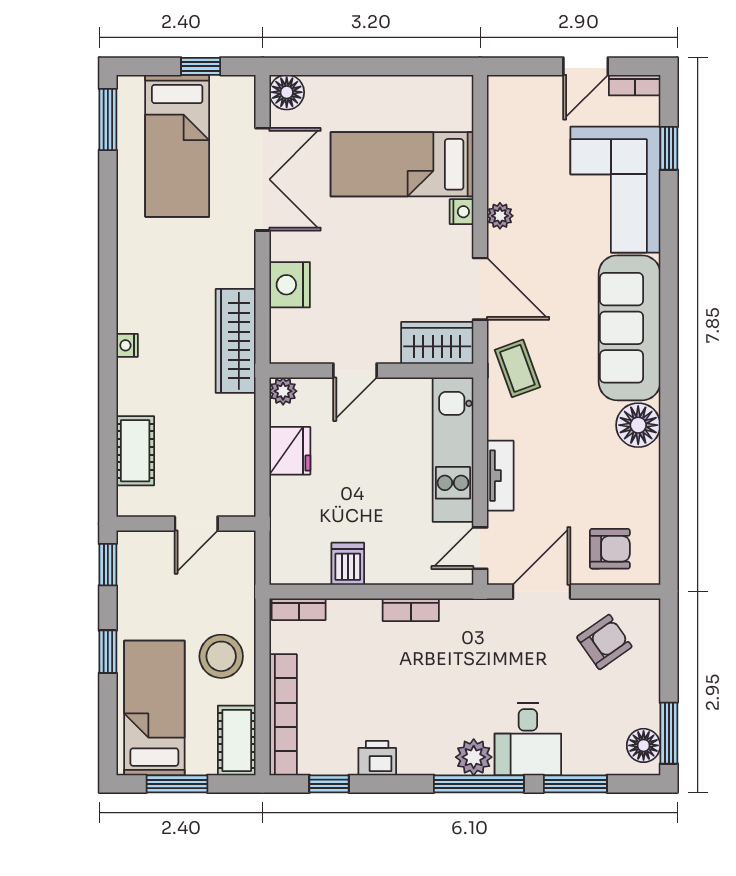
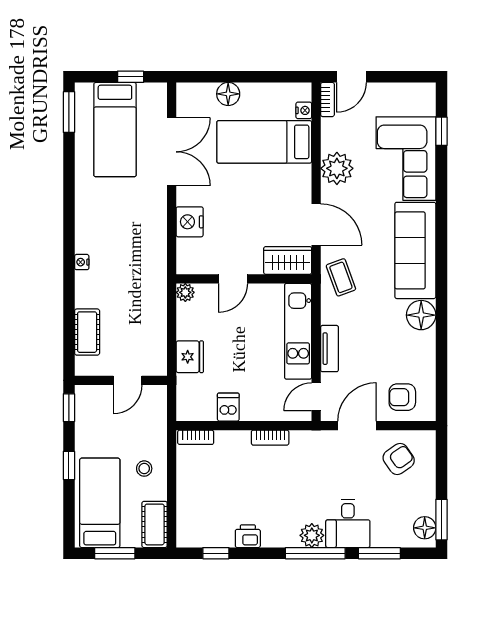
door: (586, 66) -> (351, 77), moved
bookcase: (635, 85) -> (327, 99), moved, turned -90
floor lamp: (287, 92) -> (228, 94), moved
nightstand: (461, 212) -> (304, 110), moved
plant: (500, 216) -> (337, 168), width x1.88, depth x1.88
wardrobe: (236, 341) -> (154, 259), removed
fridge: (290, 451) -> (190, 357), moved
armchair: (610, 549) -> (402, 397), turned 180
stool: (221, 656) -> (144, 469), width x0.53, depth x0.53
bookcase: (283, 715) -> (185, 507), removed

